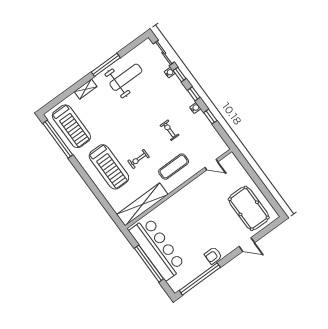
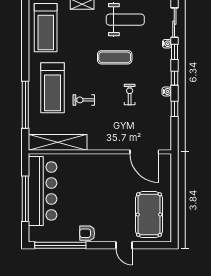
window: (58, 139) -> (25, 105), moved
door: (211, 165) -> (144, 152), width x1.87
exercise mat: (174, 167) -> (115, 57), moved

